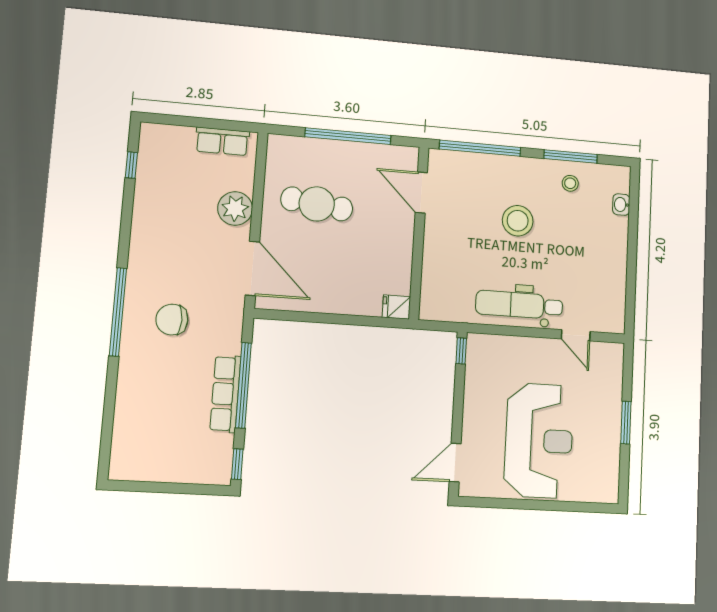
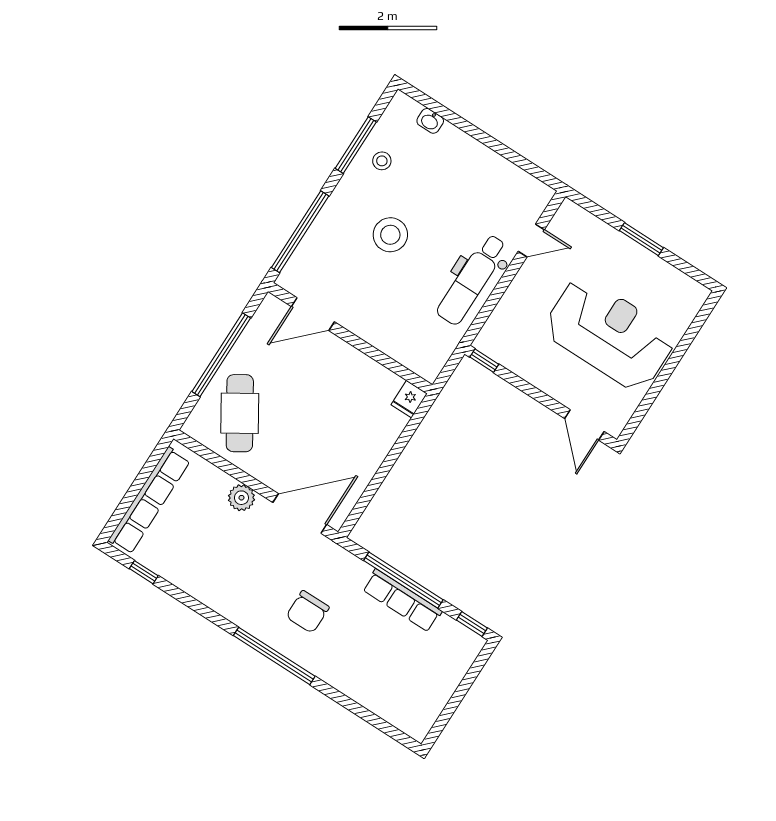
row of seats: (222, 141) -> (149, 500), width x2.02
cafe table: (317, 204) -> (240, 413), moved, turned -39
plant: (235, 209) -> (241, 498), width x0.73, depth x0.73

